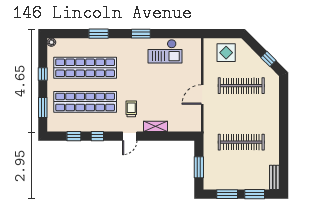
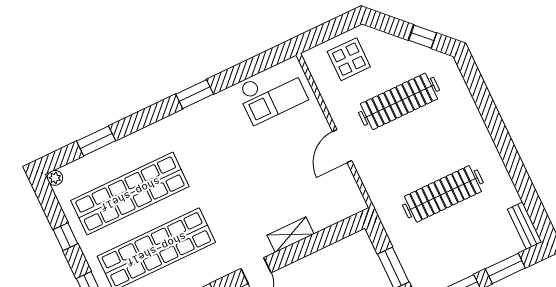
window: (99, 34) -> (96, 141), moved
checkout: (165, 51) -> (272, 94), moved
trolley: (131, 109) -> (237, 225), removed

